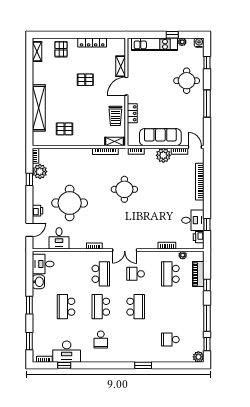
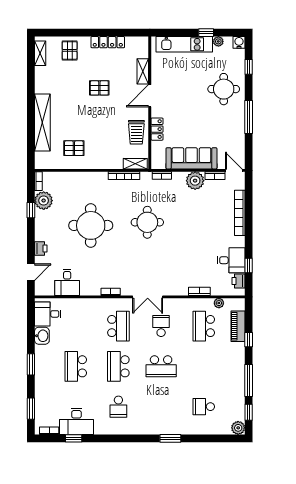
round table: (70, 203) -> (91, 225), moved
school desk: (136, 274) -> (161, 326), turned 90
school desk: (136, 307) -> (161, 366), turned 90

